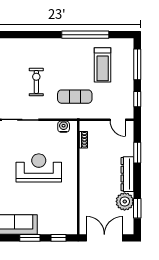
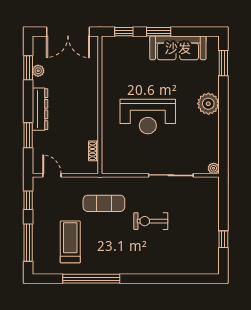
exercise bike: (36, 82) -> (151, 221), turned 90
water cooler: (64, 127) -> (118, 167), removed
plant: (125, 201) -> (38, 71), width x0.53, depth x0.53

